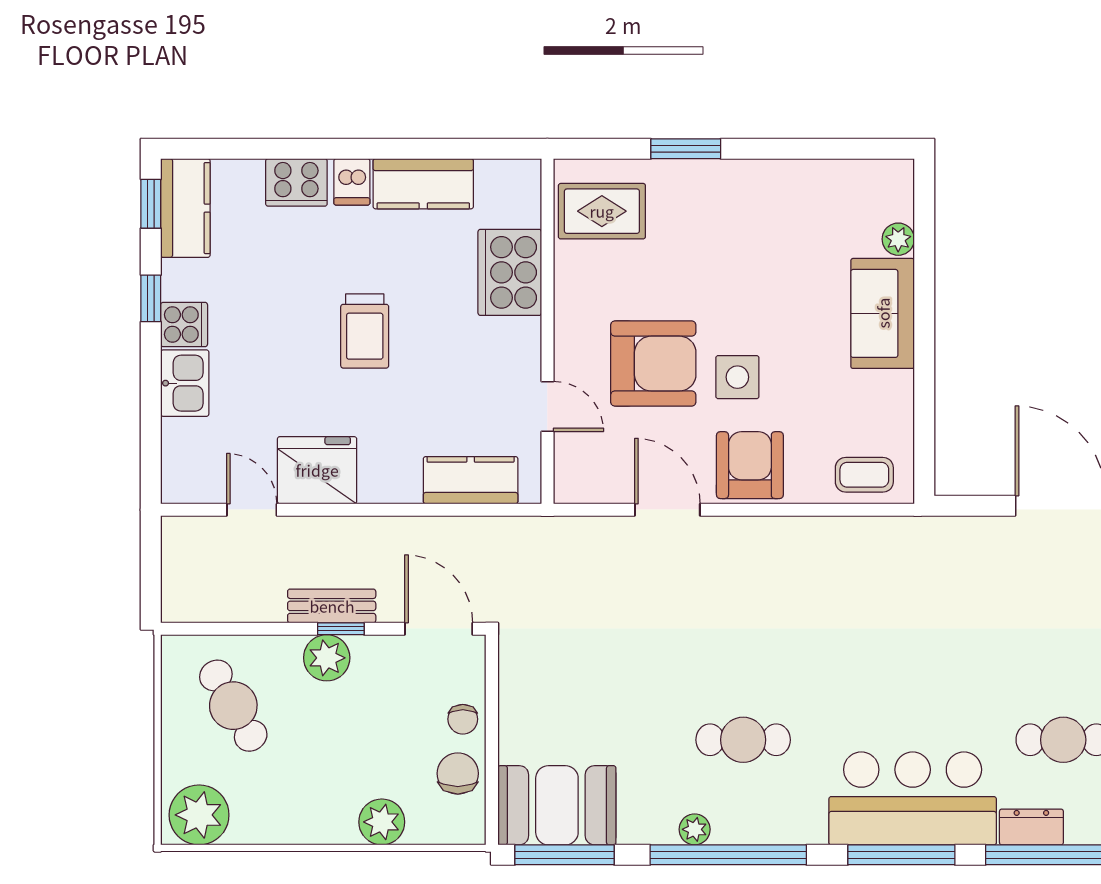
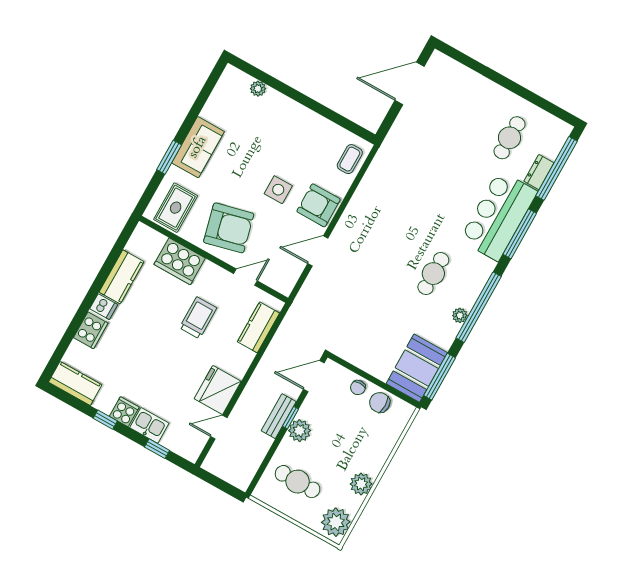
window: (151, 204) -> (157, 449), moved
sofa: (883, 313) -> (198, 147), moved, turned -90
trolley: (365, 331) -> (198, 318), moved, turned -90
armchair: (653, 364) -> (229, 228), moved, turned 76
cafe table: (233, 706) -> (298, 482), turned 30
chair: (463, 719) -> (358, 388), turned 90
plant: (382, 822) -> (361, 484), moved

